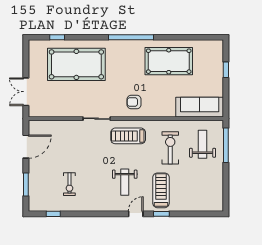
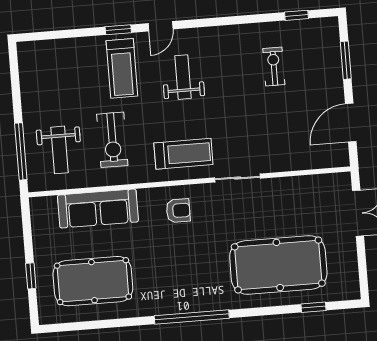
pool table: (169, 61) -> (93, 281), moved
sofa: (200, 107) -> (98, 208), moved

